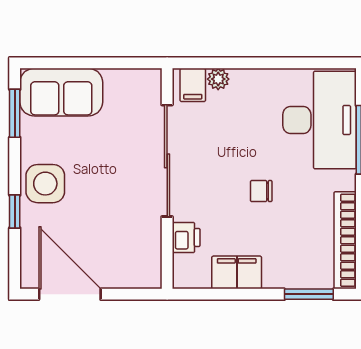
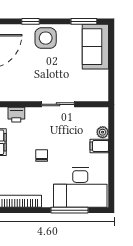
filing cabinet: (193, 85) -> (99, 146), moved
sliding door: (167, 161) -> (58, 104), width x0.54

